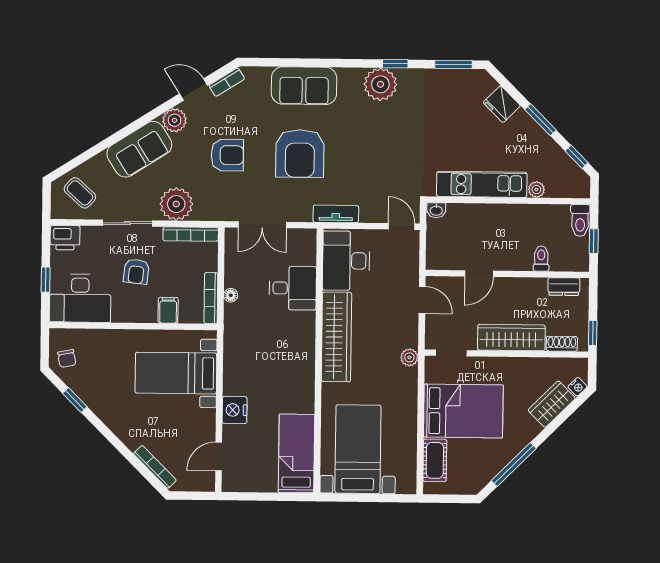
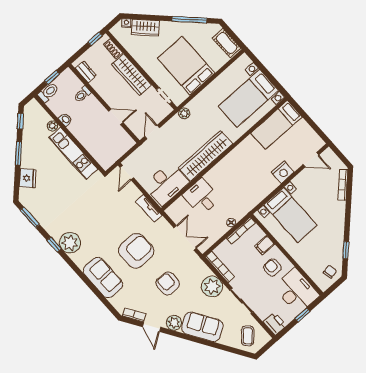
washbasin: (436, 210) -> (65, 120), moved
armchair: (136, 271) -> (272, 268), moved, turned -96
cot: (435, 460) -> (227, 43), moved, turned 90

